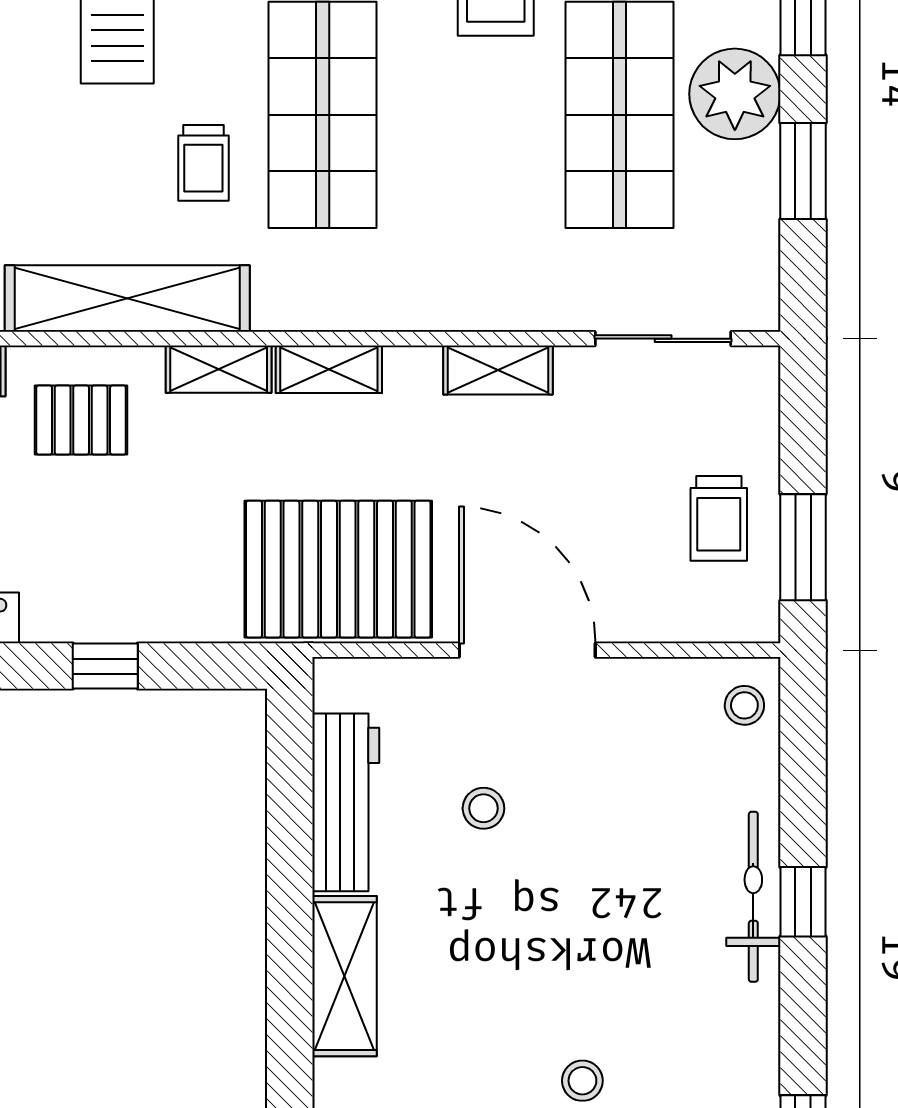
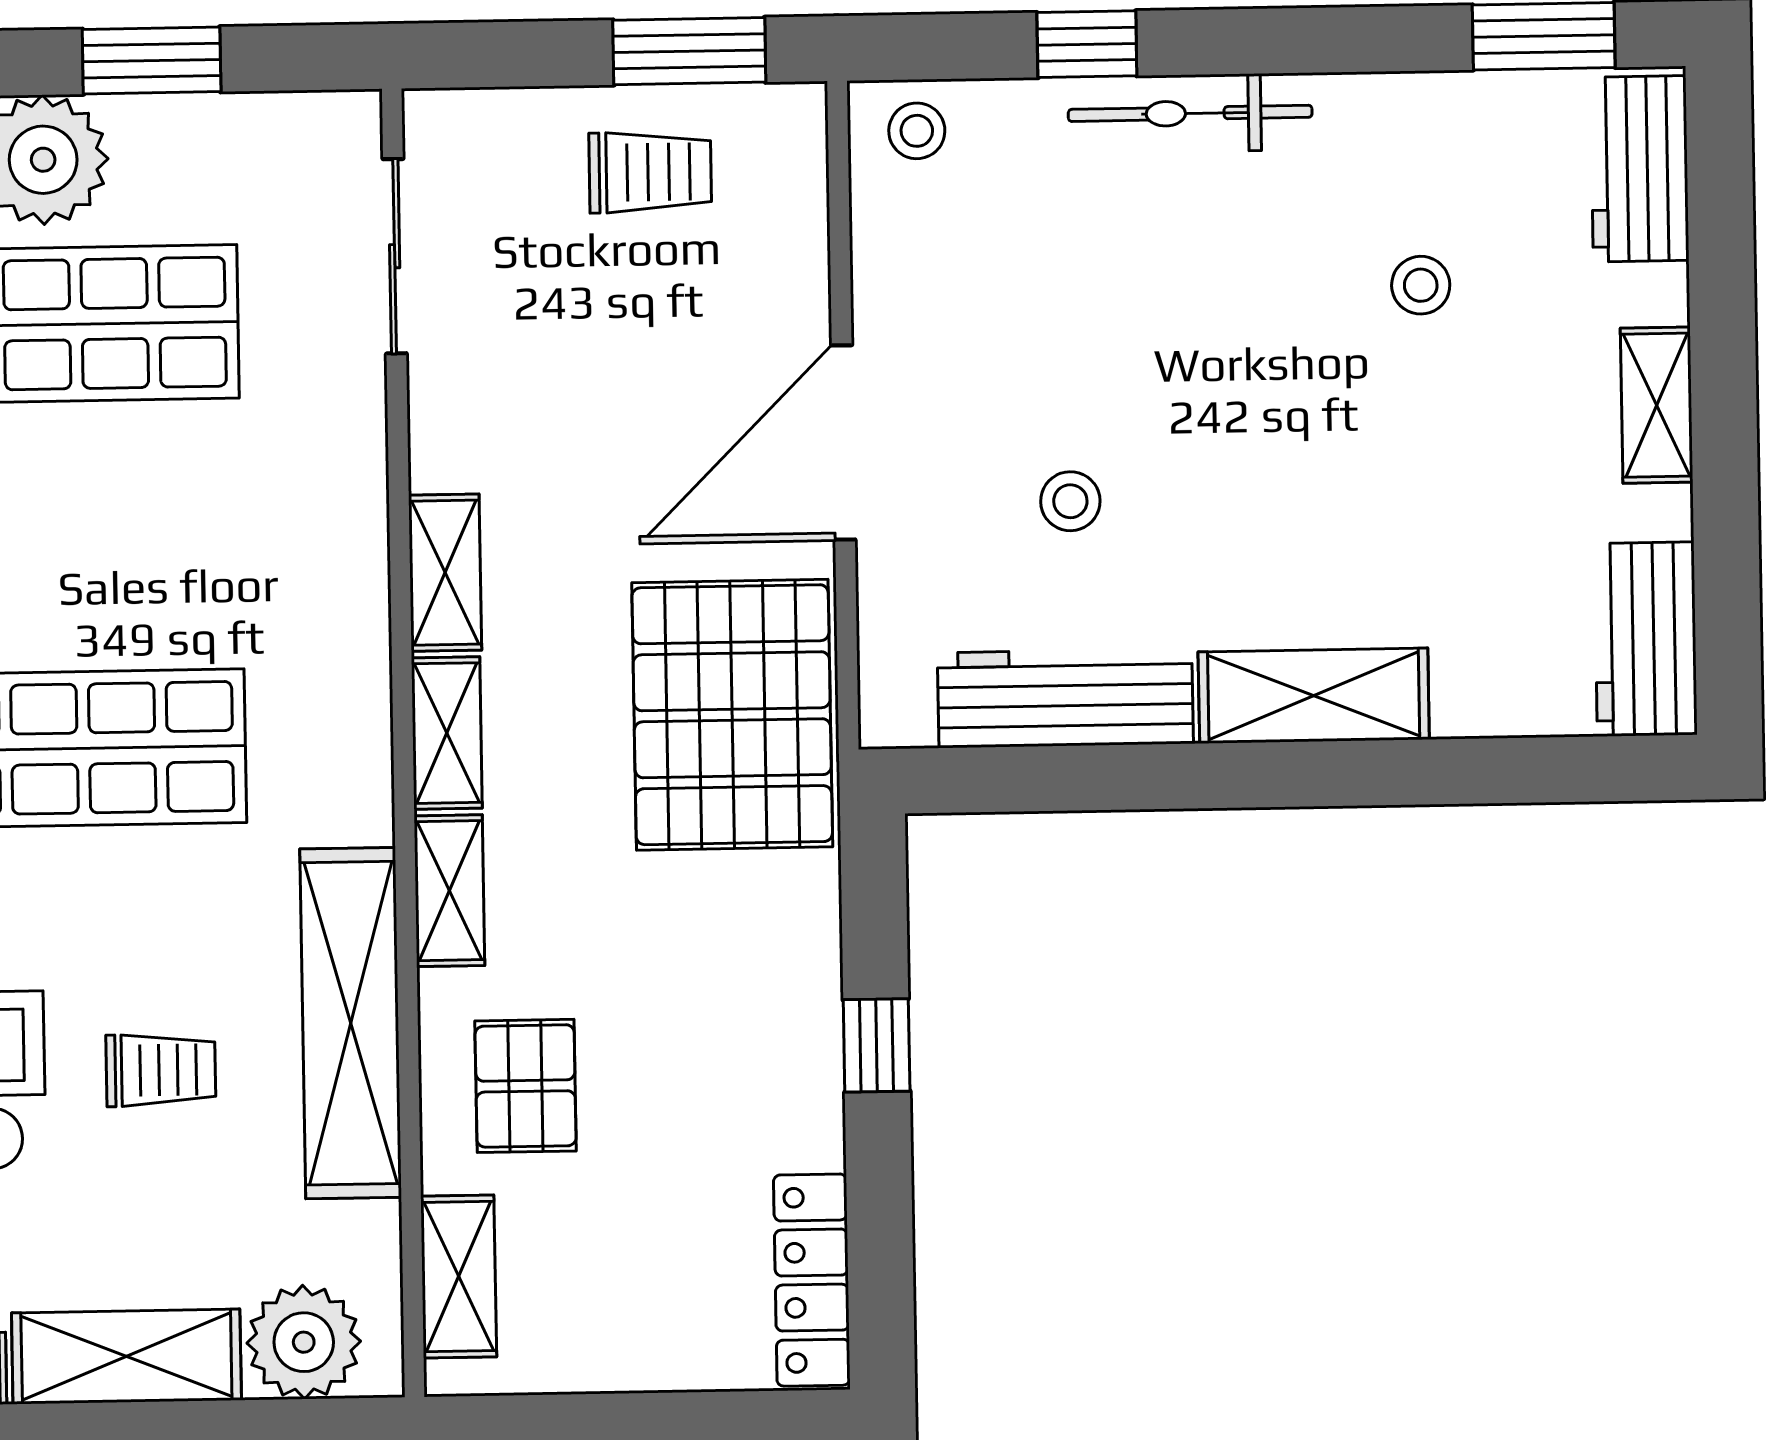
trolley: (203, 163) -> (161, 1070), moved
shelving: (498, 370) -> (445, 573), moved
window: (803, 902) -> (1087, 44), moved
stool: (582, 1081) -> (1421, 285), moved

